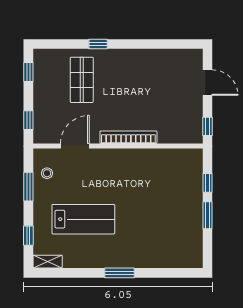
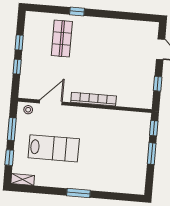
window: (28, 72) -> (19, 42), moved
bookcase: (128, 137) -> (94, 99), moved
door: (75, 146) -> (51, 102), moved
wall: (118, 146) -> (85, 105), moved
window: (28, 187) -> (12, 129), moved

